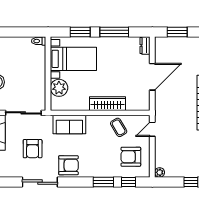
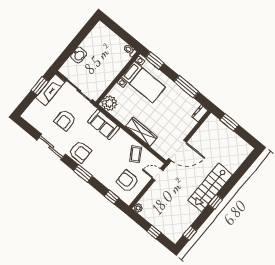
window: (80, 32) -> (155, 61), moved
door: (152, 77) -> (178, 150), moved
plant: (59, 88) -> (109, 103), moved
window: (103, 182) -> (83, 173), moved

